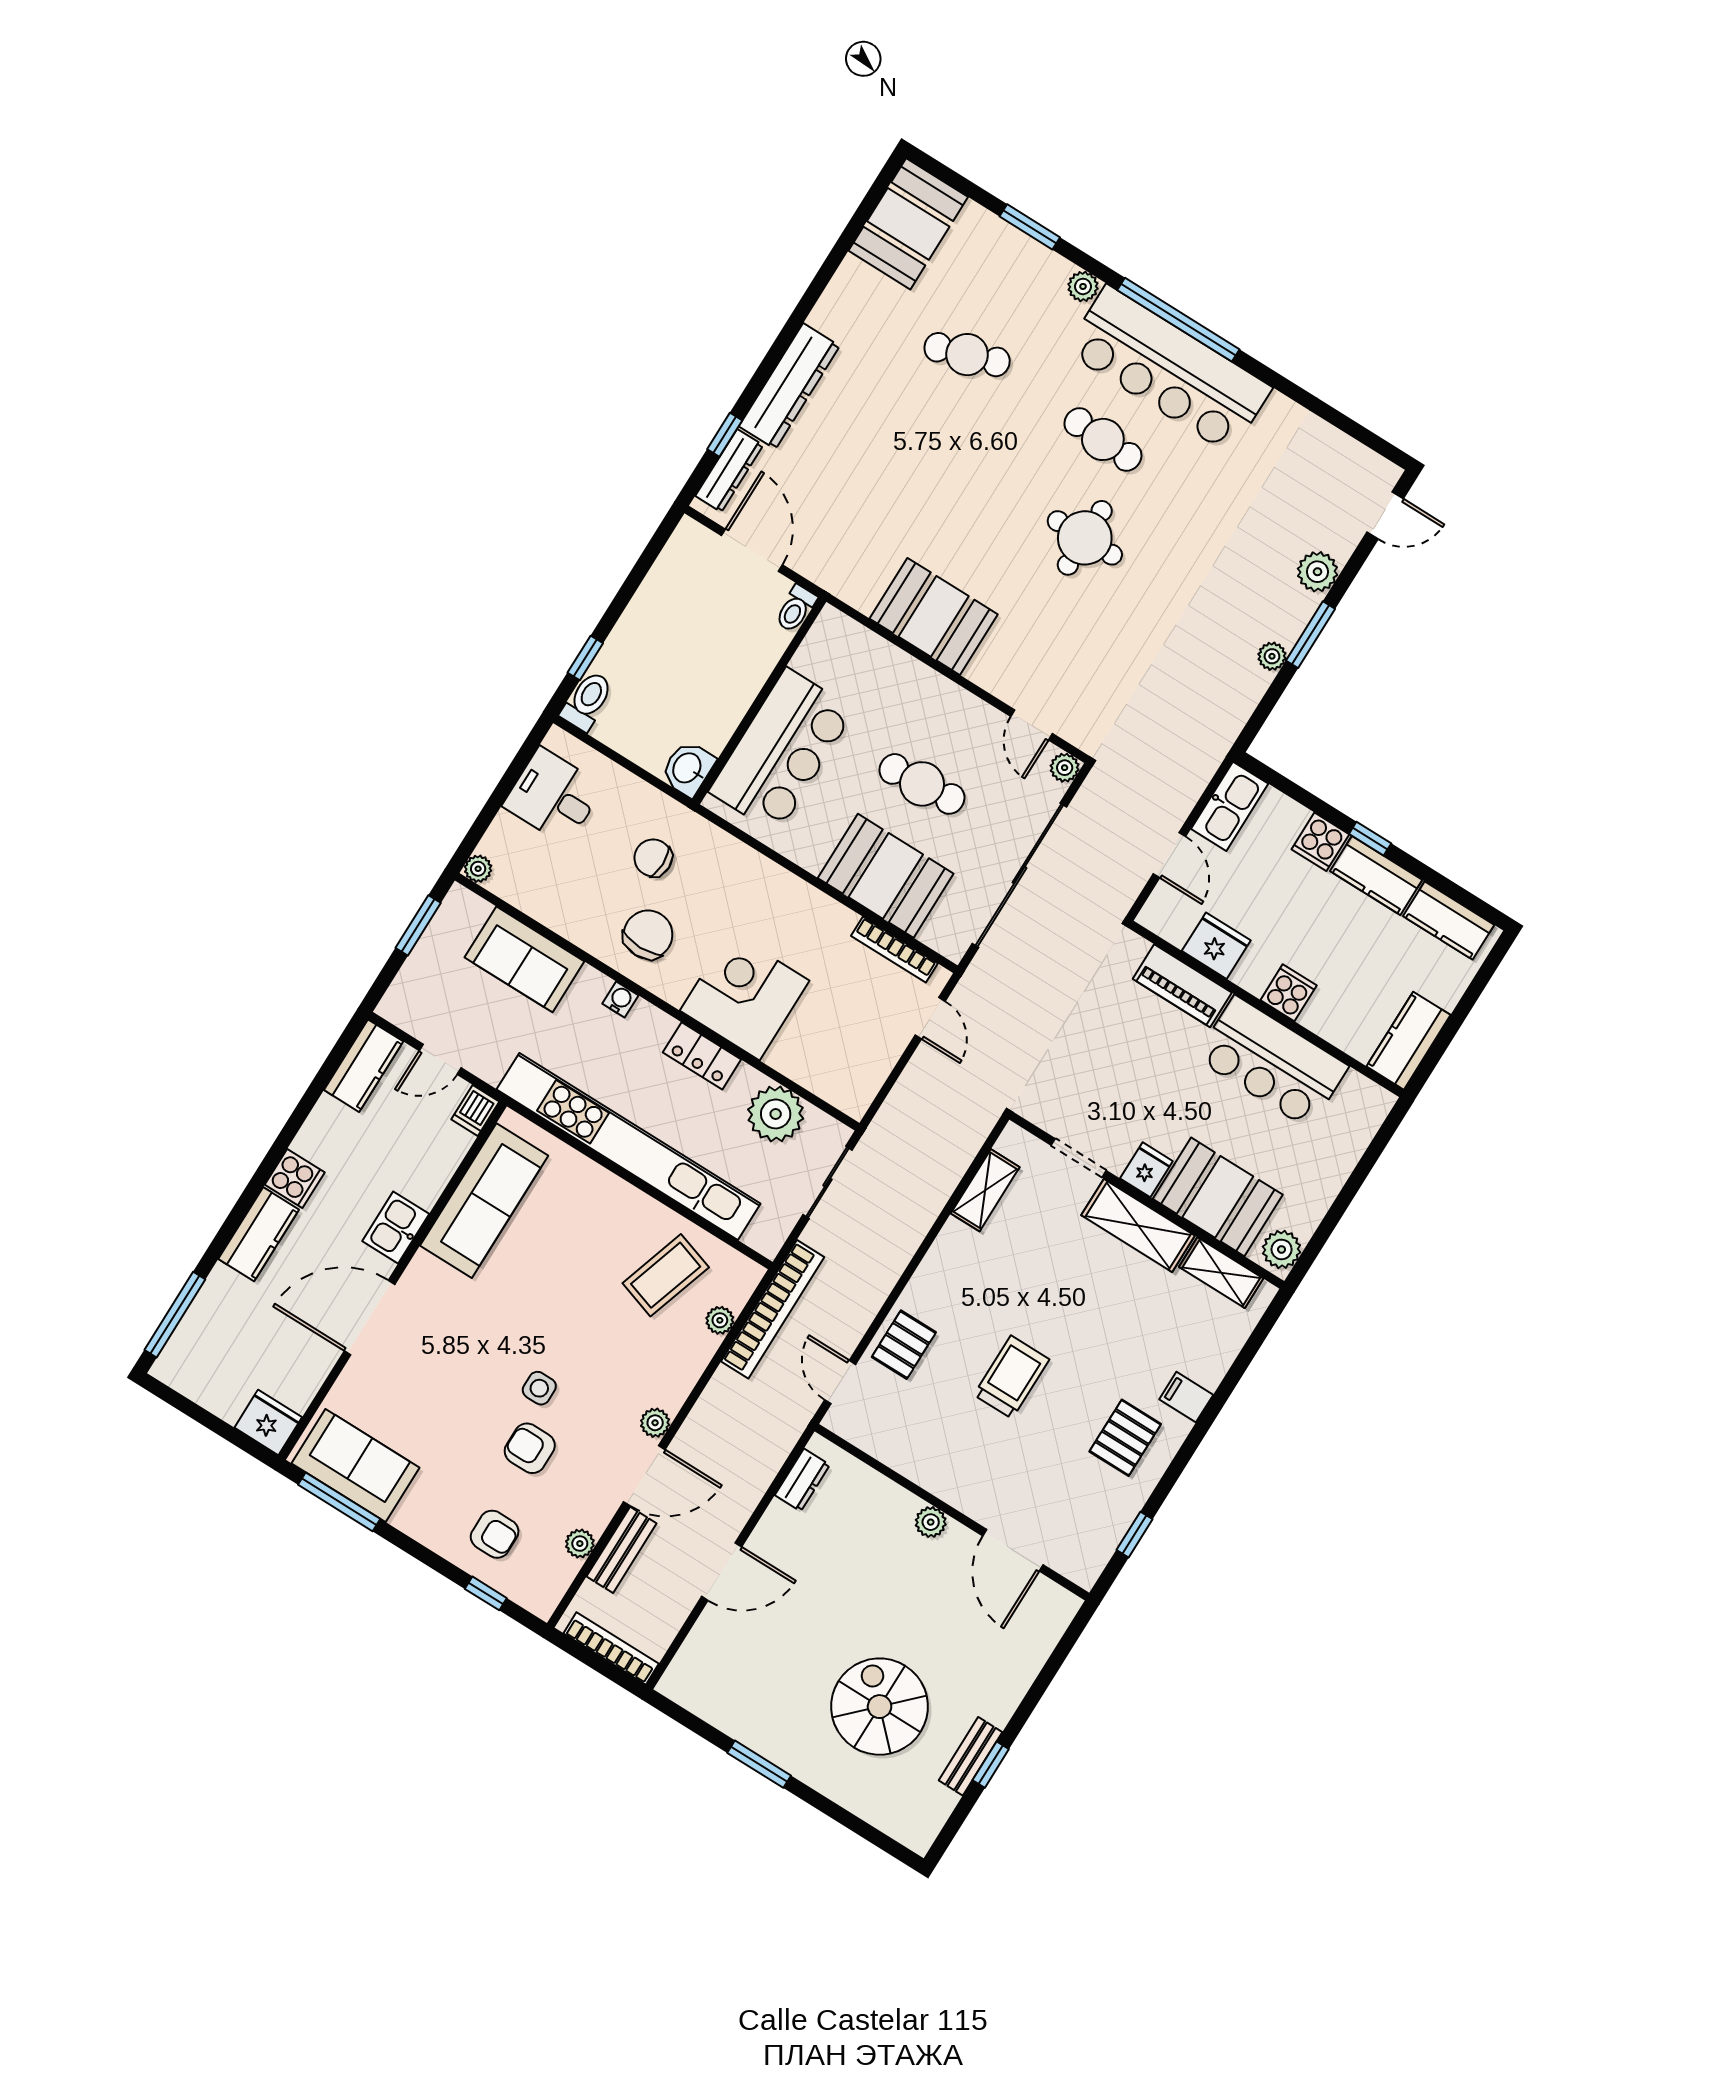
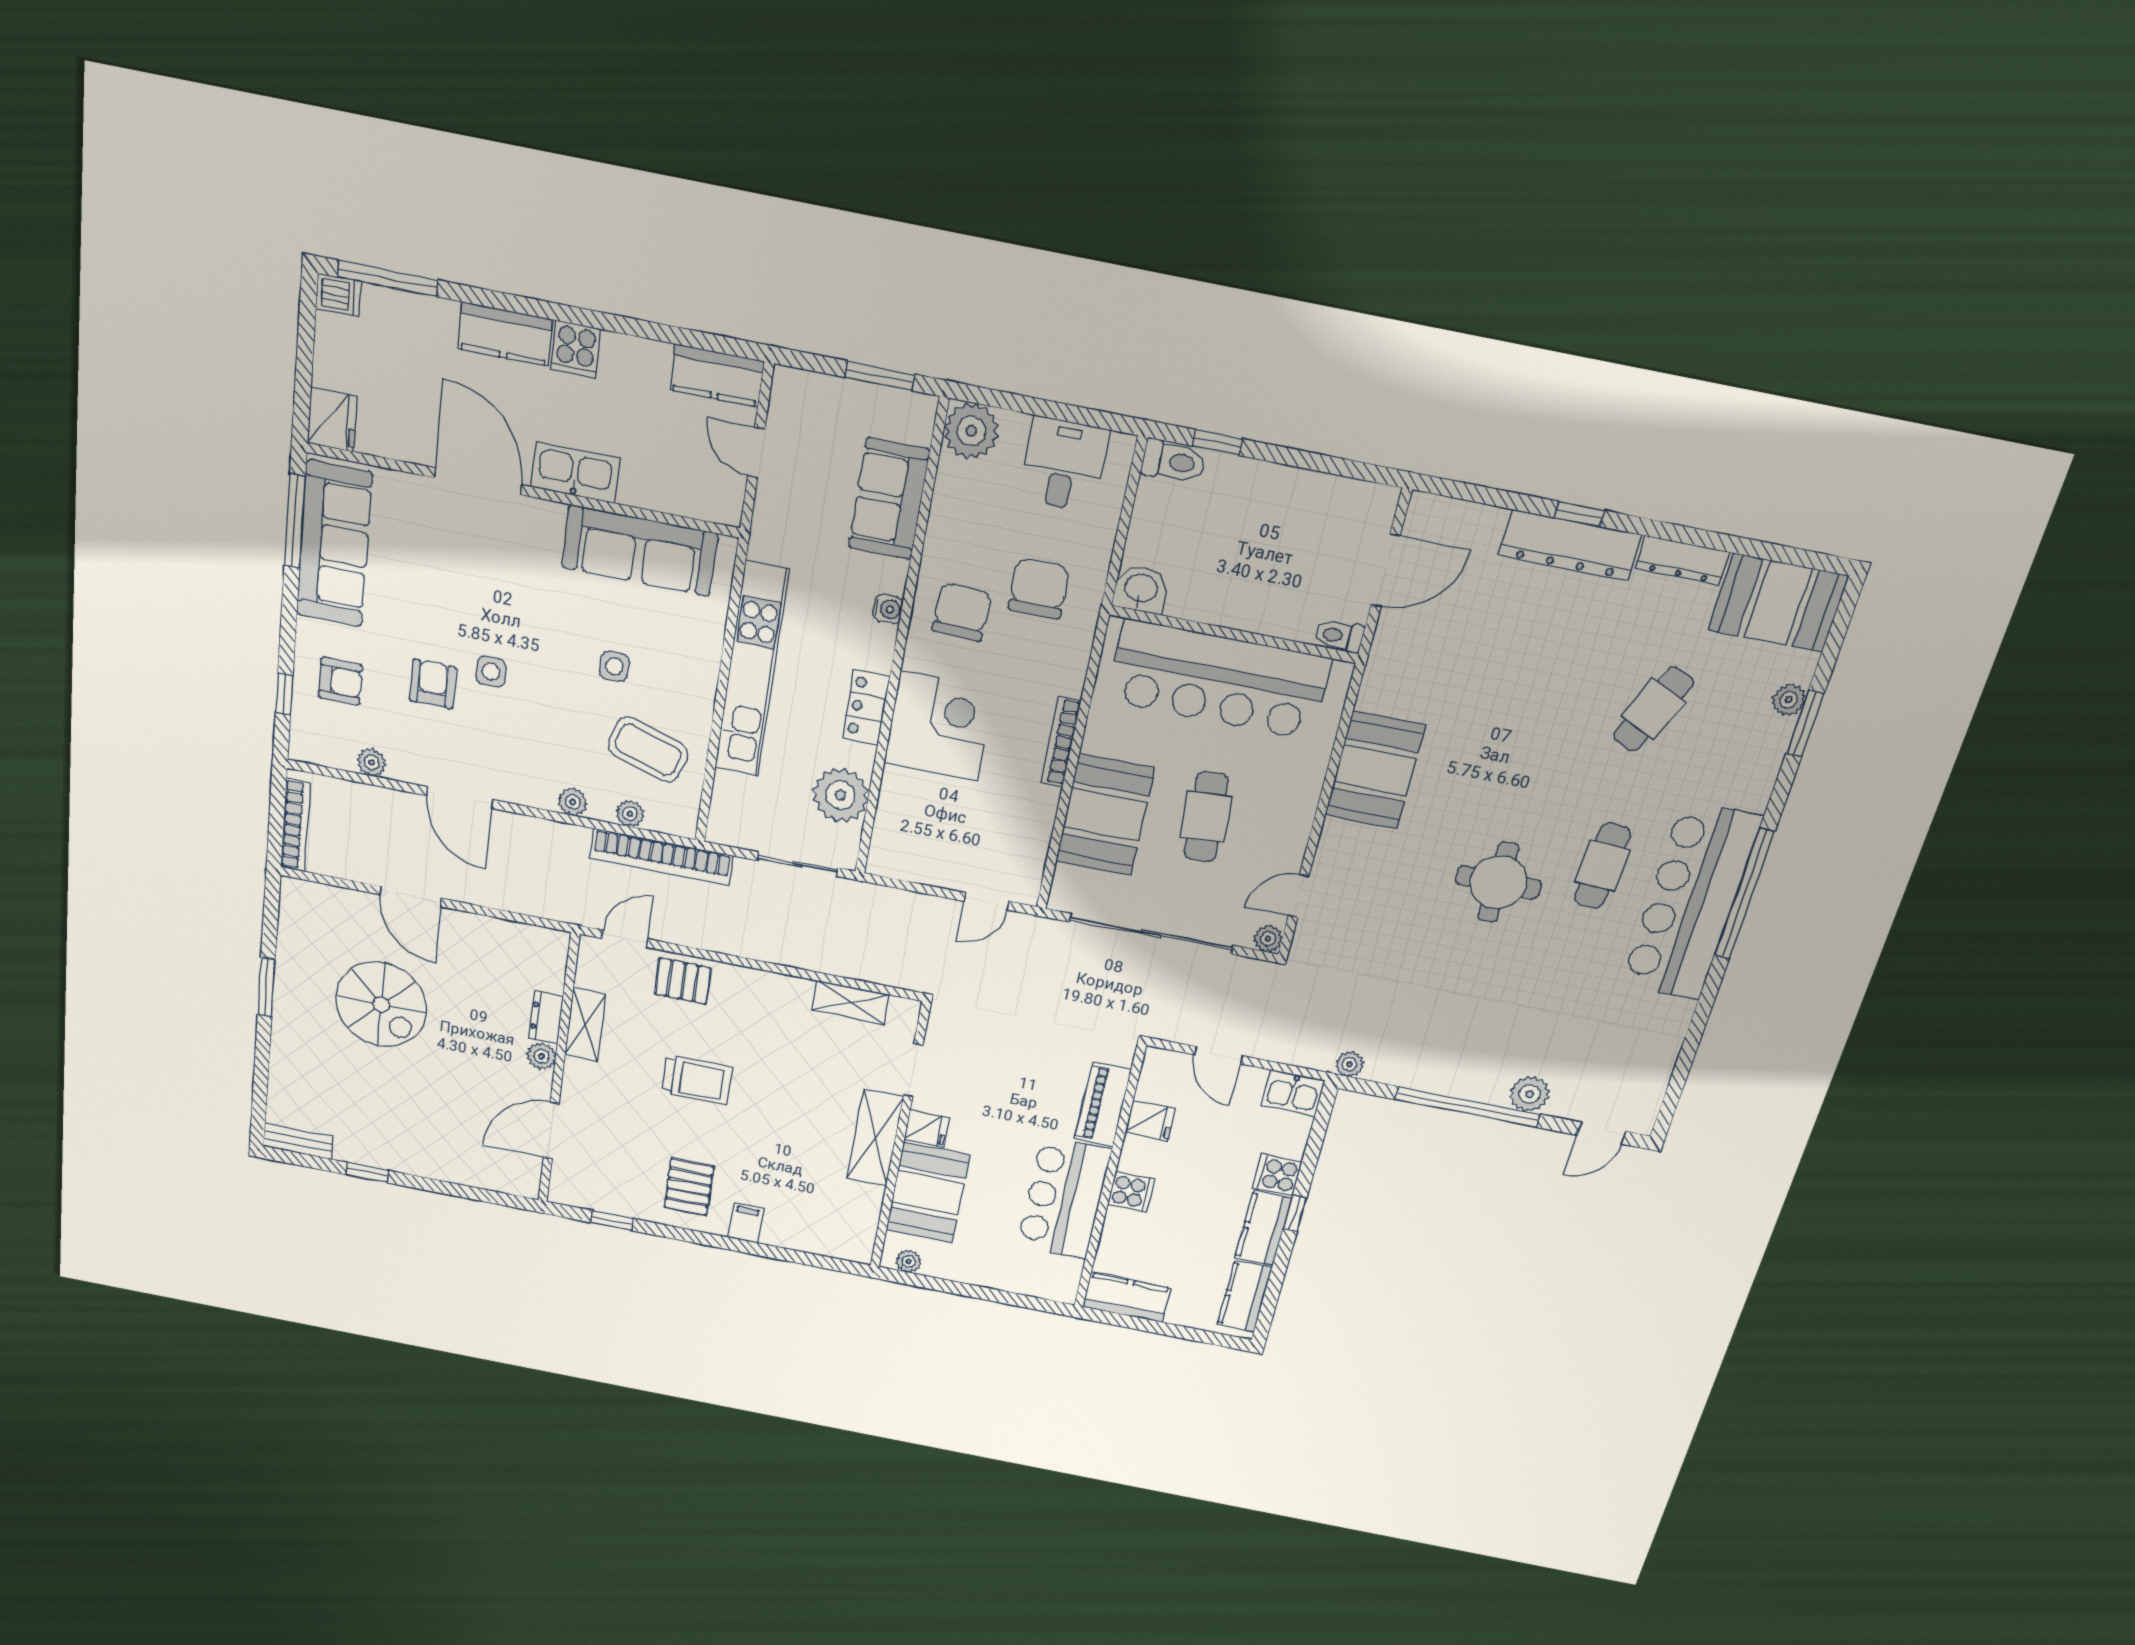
plant: (1083, 286) -> (1789, 700), moved
cafe table: (967, 355) -> (1653, 709), turned 42
window: (725, 435) -> (1579, 514), moved
dresser: (729, 471) -> (1682, 560), moved
door: (1385, 515) -> (1602, 1133), hinge flipped
window: (1310, 635) -> (1467, 1107), width x2.11
plant: (1272, 656) -> (1350, 1064), moved
bar counter: (782, 751) -> (1219, 680), width x1.36
kitchen sink: (1230, 806) -> (1293, 1093), width x0.73
door: (1169, 855) -> (1219, 1055), hinge flipped
chair: (653, 858) -> (1039, 589), width x1.37, depth x1.37
plant: (478, 869) -> (971, 431), width x1.87, depth x1.87
chair: (648, 935) -> (962, 612), turned -87
fridge: (1216, 946) -> (1150, 1121), width x0.72
bookcase: (894, 950) -> (1060, 742), moved
dishwasher: (475, 1110) -> (338, 295), moved, turned 180
kitchen unit: (629, 1146) -> (752, 670), width x0.73
kitchen sink: (396, 1227) -> (575, 473), width x1.38
plant: (1282, 1249) -> (909, 1261), width x0.73, depth x0.73
side table: (578, 1271) -> (614, 666), added
shelving: (1221, 1273) -> (585, 1025), moved
plant: (655, 1423) -> (573, 802), moved
pallet: (1125, 1438) -> (689, 1187), turned 90
sofa: (355, 1465) -> (334, 544), width x1.36
dresser: (802, 1480) -> (546, 1017), moved, turned 90
armchair: (495, 1534) -> (340, 681), turned -90
bench: (622, 1550) -> (385, 802), removed
spiral stairs: (880, 1707) -> (381, 1004), moved, turned 90
bench: (970, 1756) -> (298, 1141), moved

